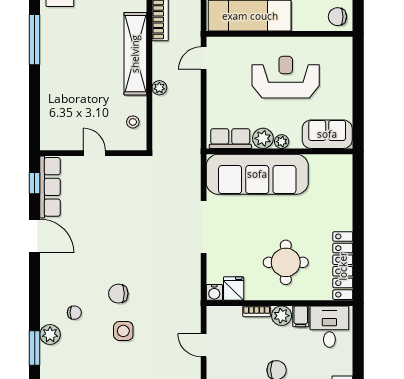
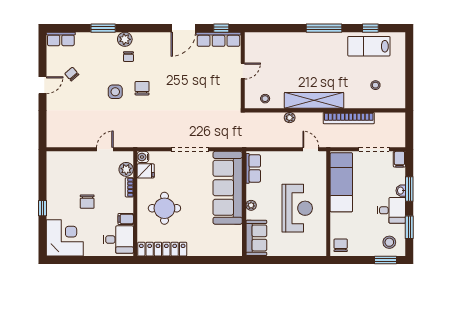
plant: (263, 138) -> (253, 192), removed
plant: (282, 316) -> (126, 169), moved
plant: (50, 335) -> (125, 39), moved

